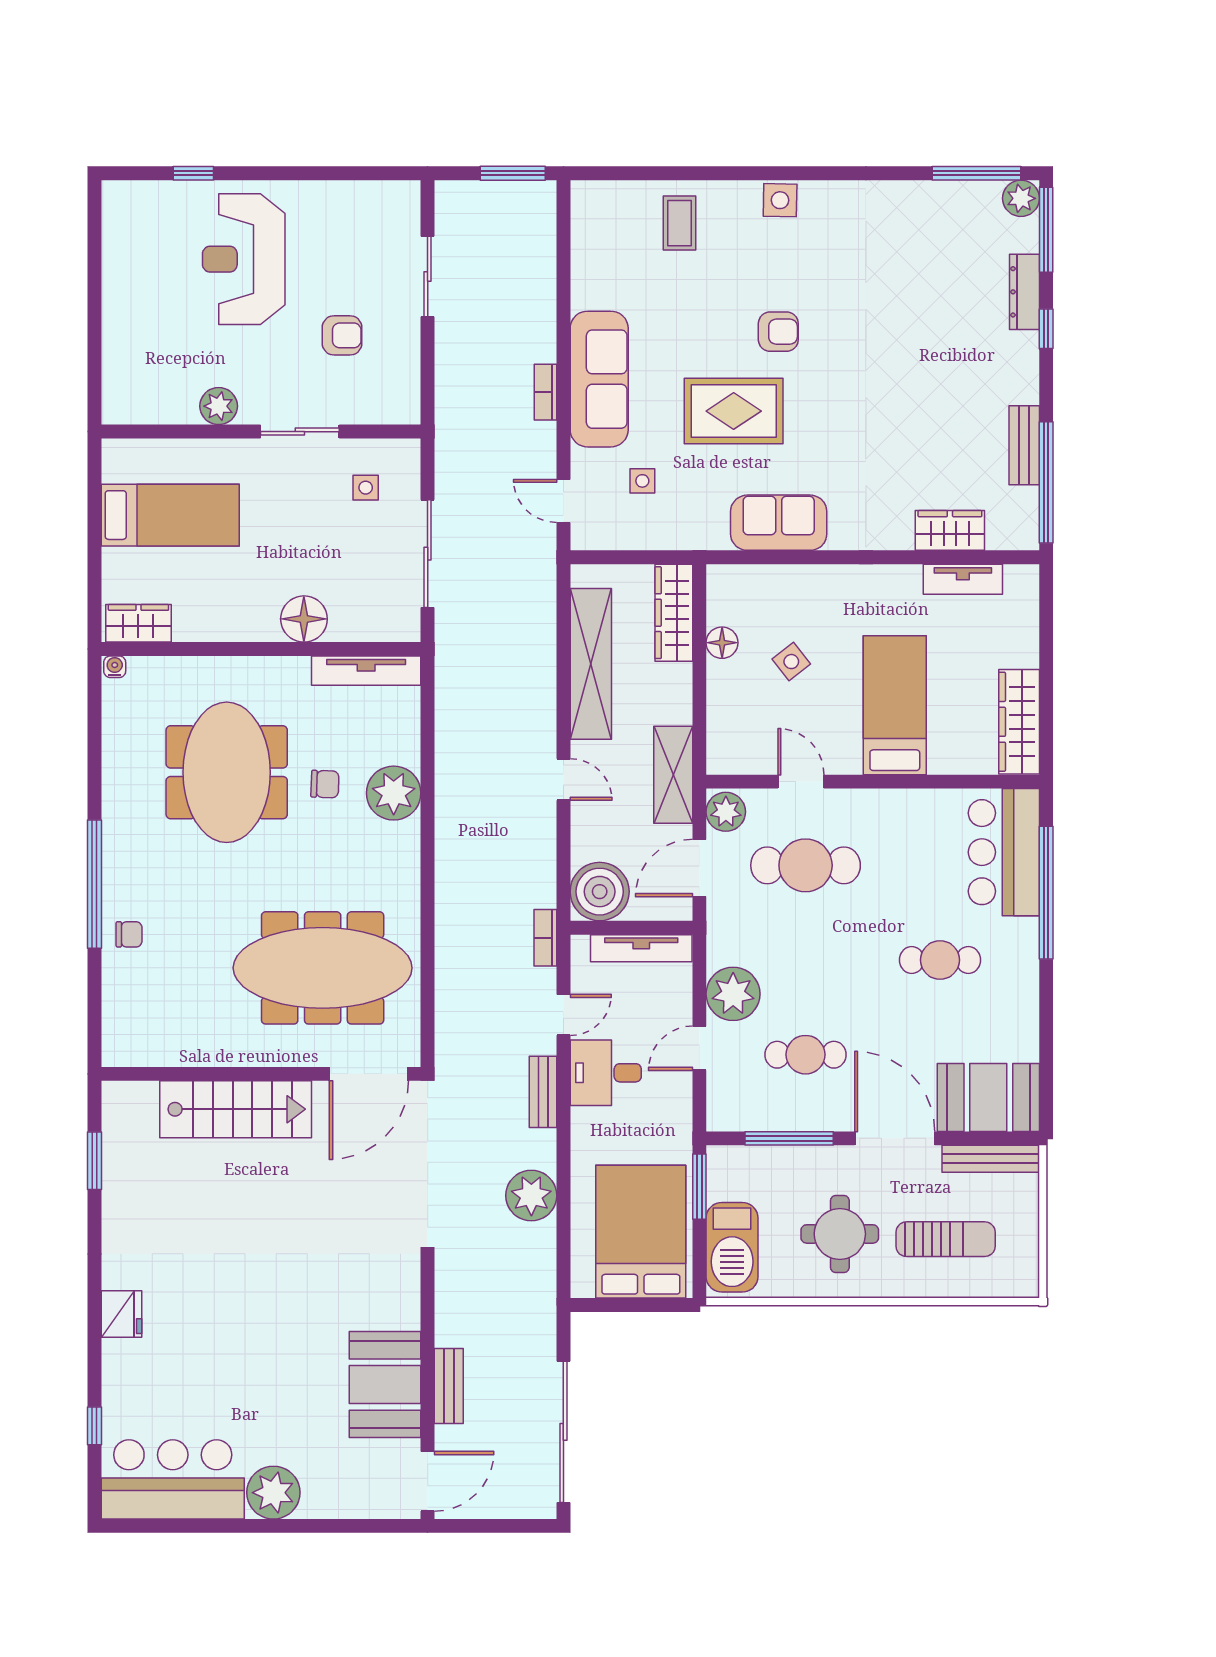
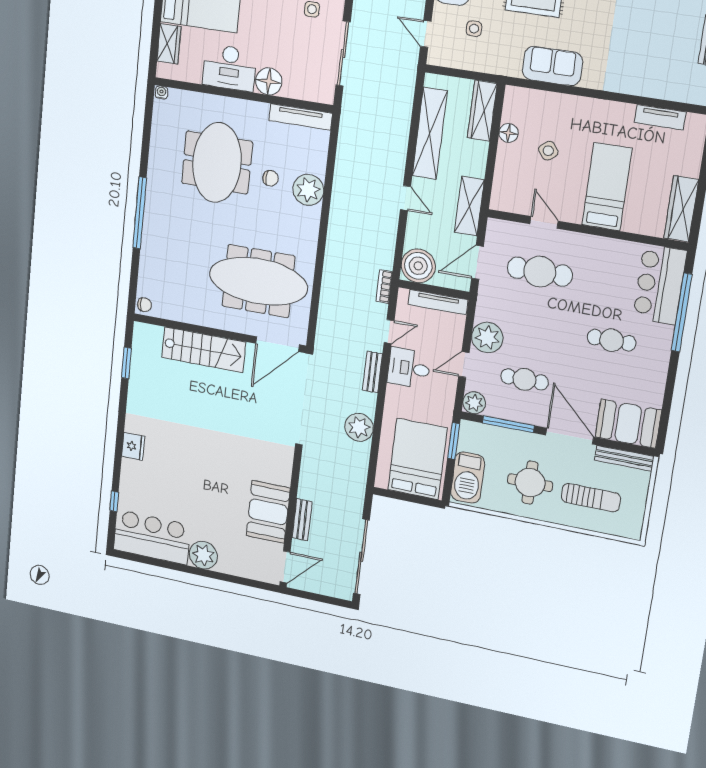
wardrobe: (950, 530) -> (657, 86), removed
desk: (232, 606) -> (229, 68), added
wardrobe: (138, 623) -> (169, 44), moved, turned 90
plant: (726, 812) -> (474, 403), moved
chair: (129, 934) -> (144, 305), moved

